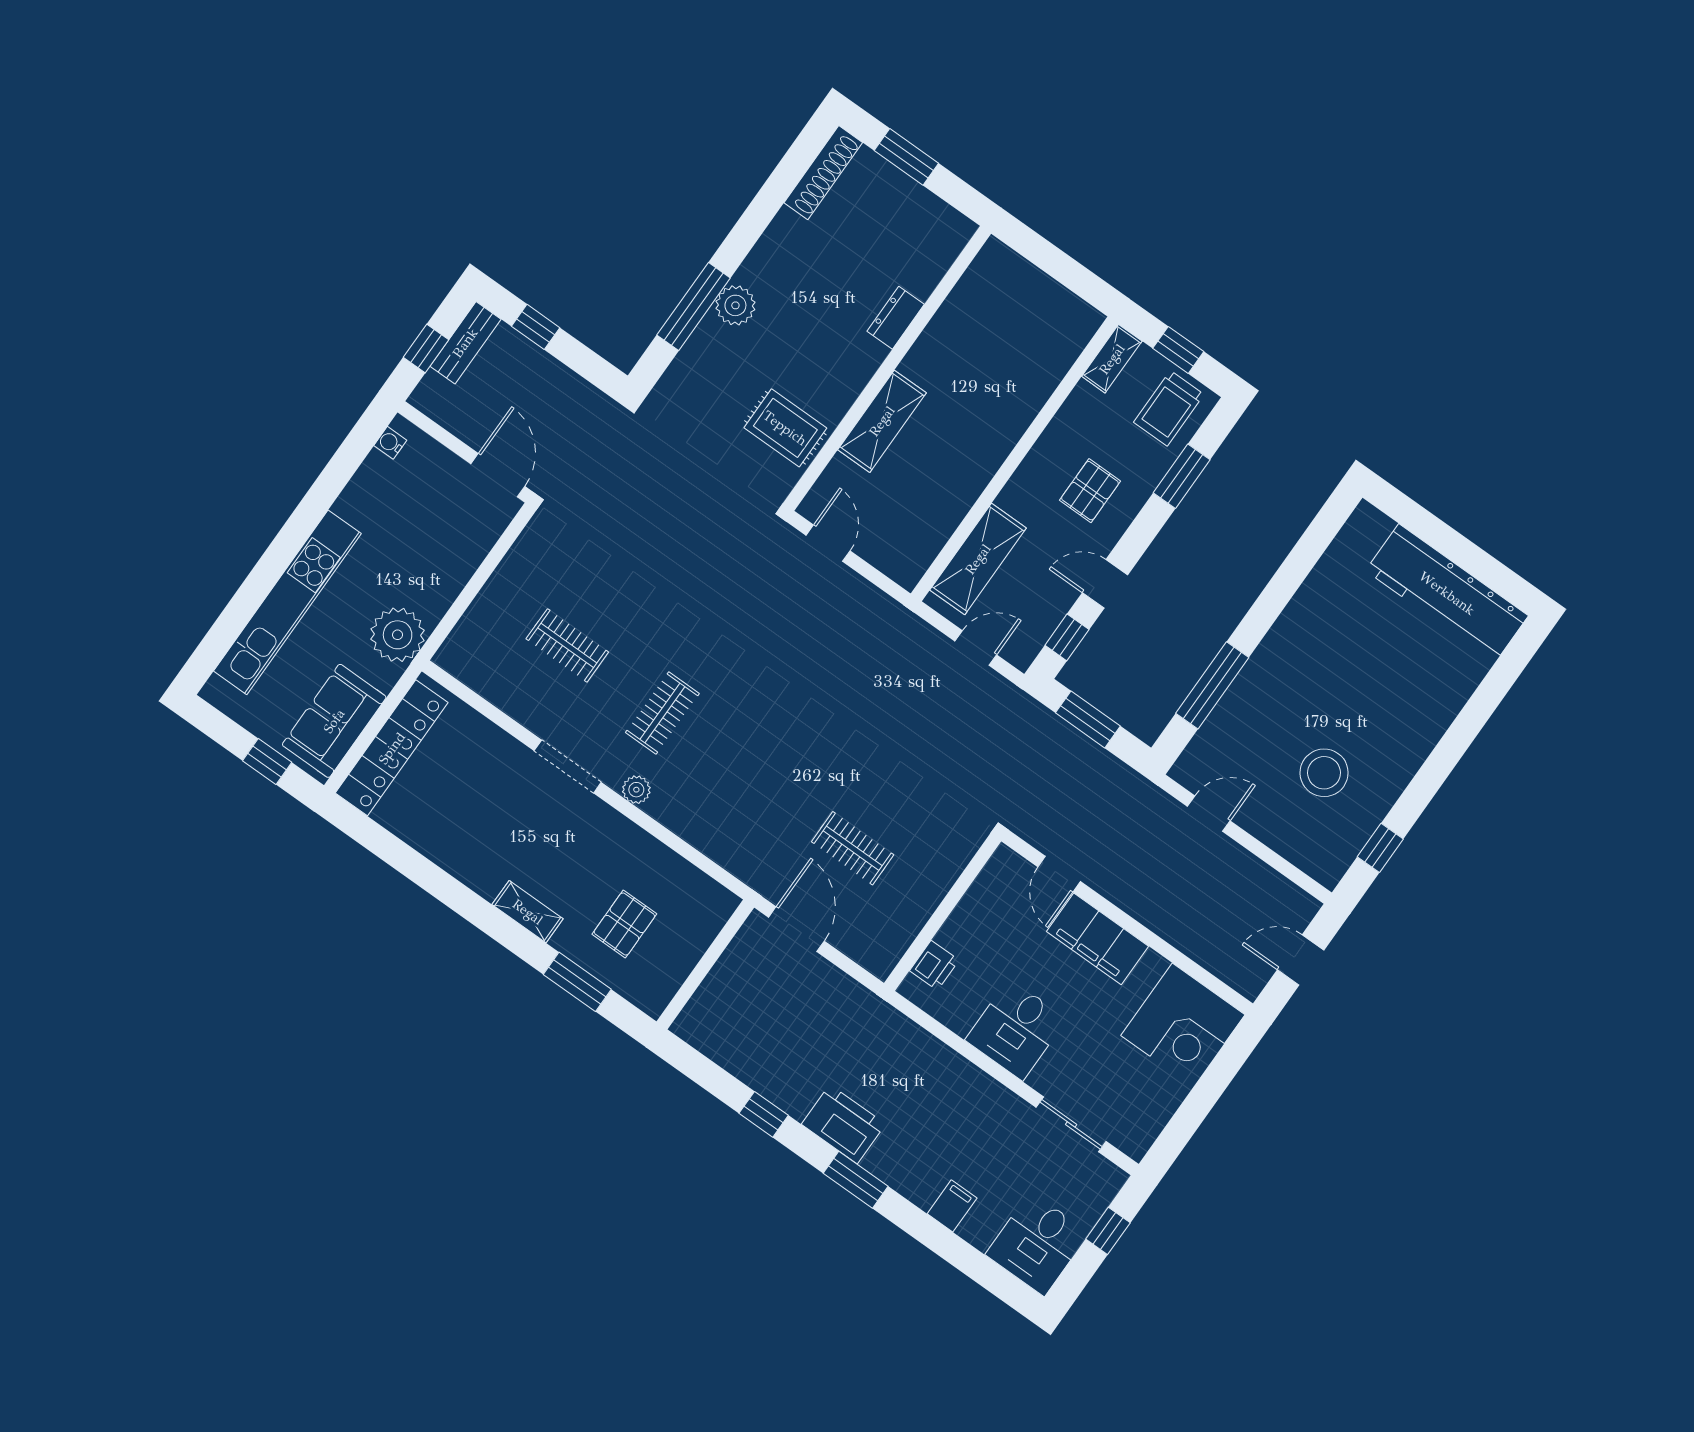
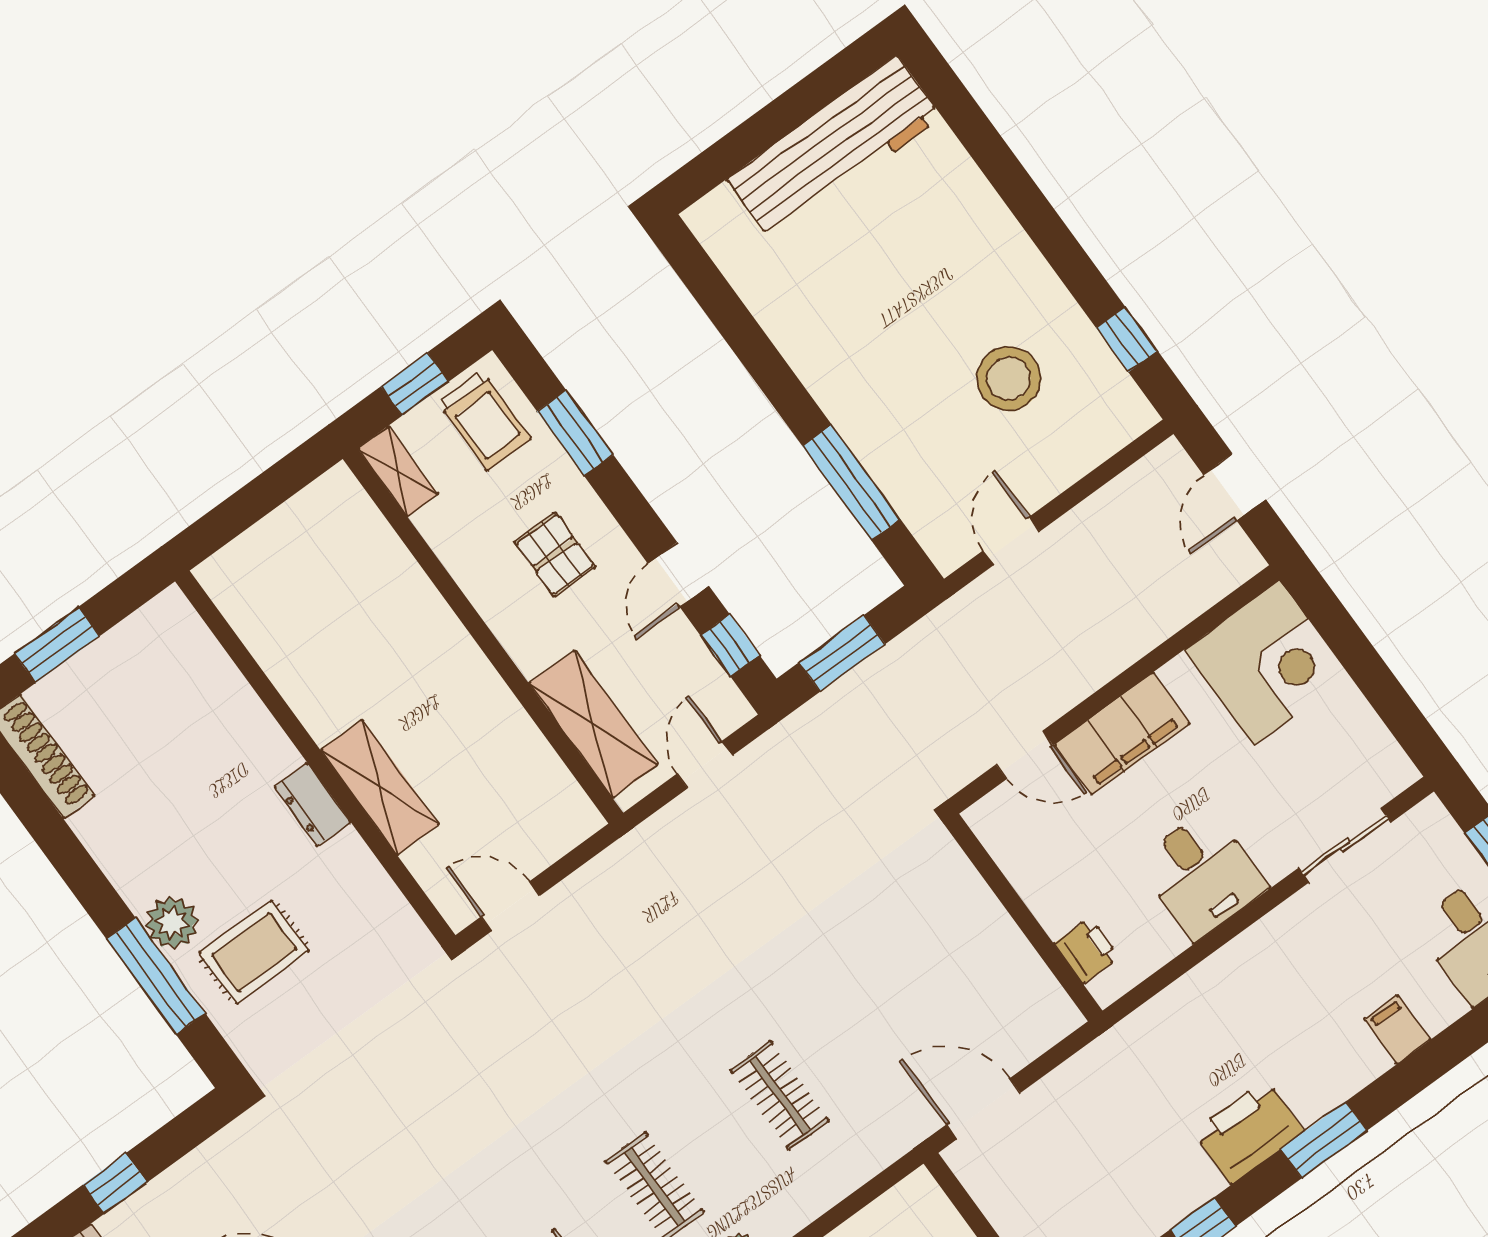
dresser: (896, 318) -> (312, 805), moved
rug: (785, 428) -> (254, 952), moved
clothes rail: (853, 848) -> (780, 1095), moved, turned 90

